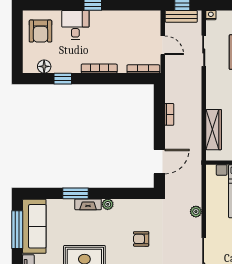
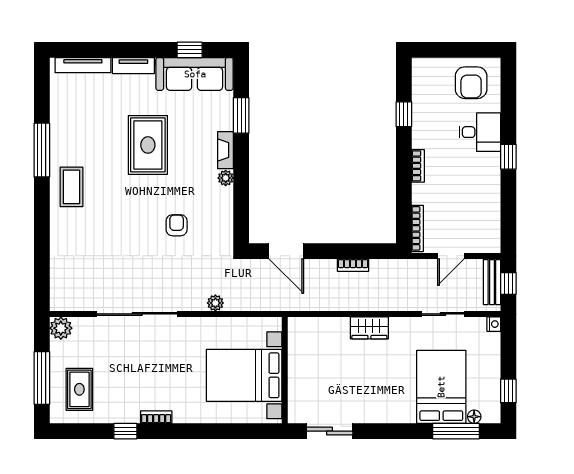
armchair: (40, 31) -> (471, 83), turned -90
floor lamp: (44, 66) -> (421, 88), removed
bookcase: (99, 69) -> (418, 166), width x0.64
wardrobe: (214, 130) -> (369, 328), moved, width x0.67
window: (76, 193) -> (241, 115), moved
window: (17, 230) -> (190, 50), width x0.46

